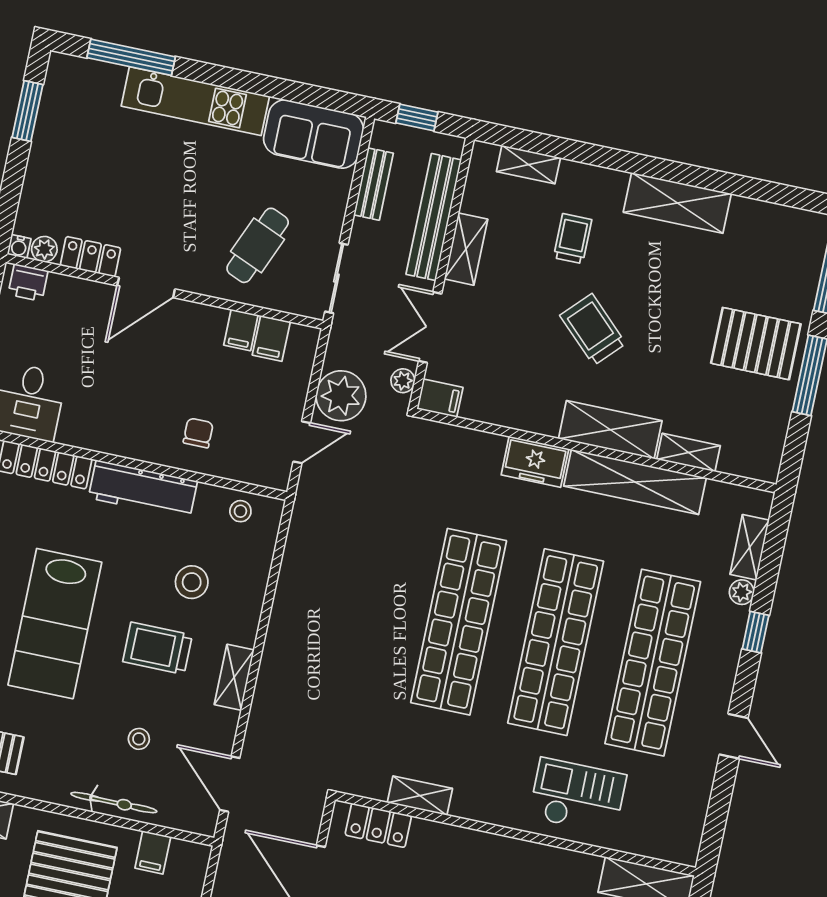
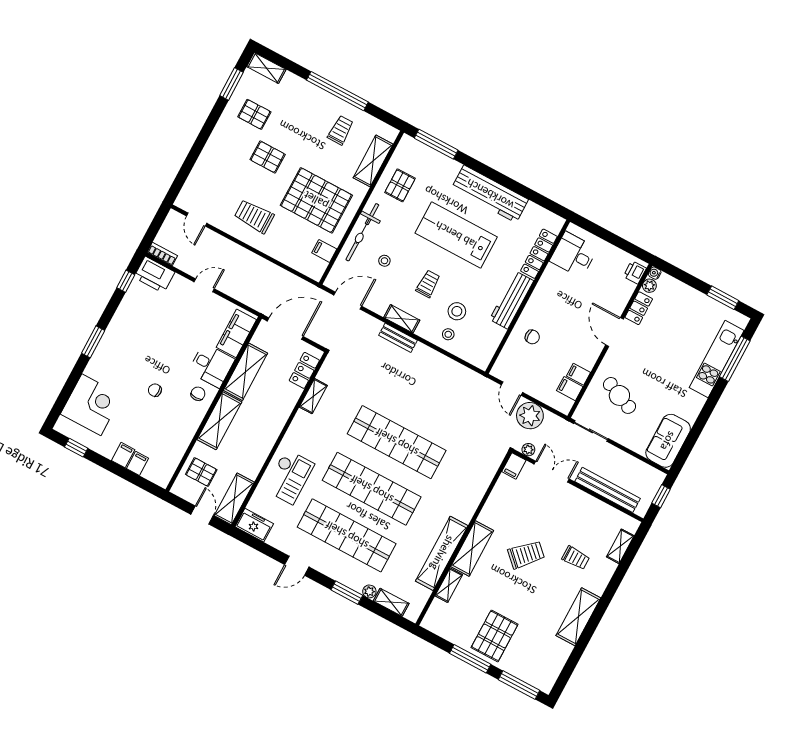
kitchen unit: (195, 101) -> (717, 359), moved
bench: (374, 184) -> (398, 338), moved
shelving: (466, 249) -> (586, 502), removed
freezer: (535, 462) -> (254, 525), moved, turned 90
stool: (240, 511) -> (448, 334), moved
window: (756, 632) -> (347, 593), width x1.50
trolley: (157, 648) -> (428, 284), width x0.73, depth x0.72
bicycle: (114, 803) -> (362, 232), width x1.37, depth x1.40

